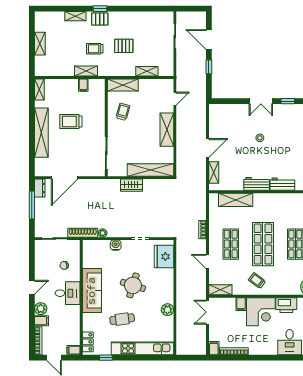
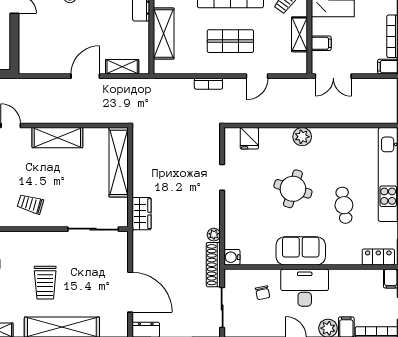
door: (207, 148) -> (85, 76), hinge flipped
wardrobe: (131, 185) -> (142, 214), moved
water cooler: (116, 245) -> (232, 257), moved
fridge: (164, 257) -> (249, 138), width x0.53, depth x0.75
shelving: (220, 290) -> (300, 34), moved
sofa: (92, 291) -> (301, 251), width x0.73
desk: (68, 293) -> (305, 288), width x1.37
filing cabinet: (241, 304) -> (321, 43), moved
plant: (167, 310) -> (302, 137), moved

